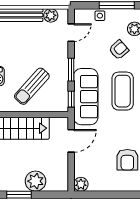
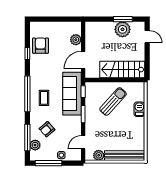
coffee table: (123, 91) -> (44, 98), width x0.54, depth x0.58
plant: (35, 181) -> (122, 29), moved
plant: (81, 184) -> (76, 40), moved

